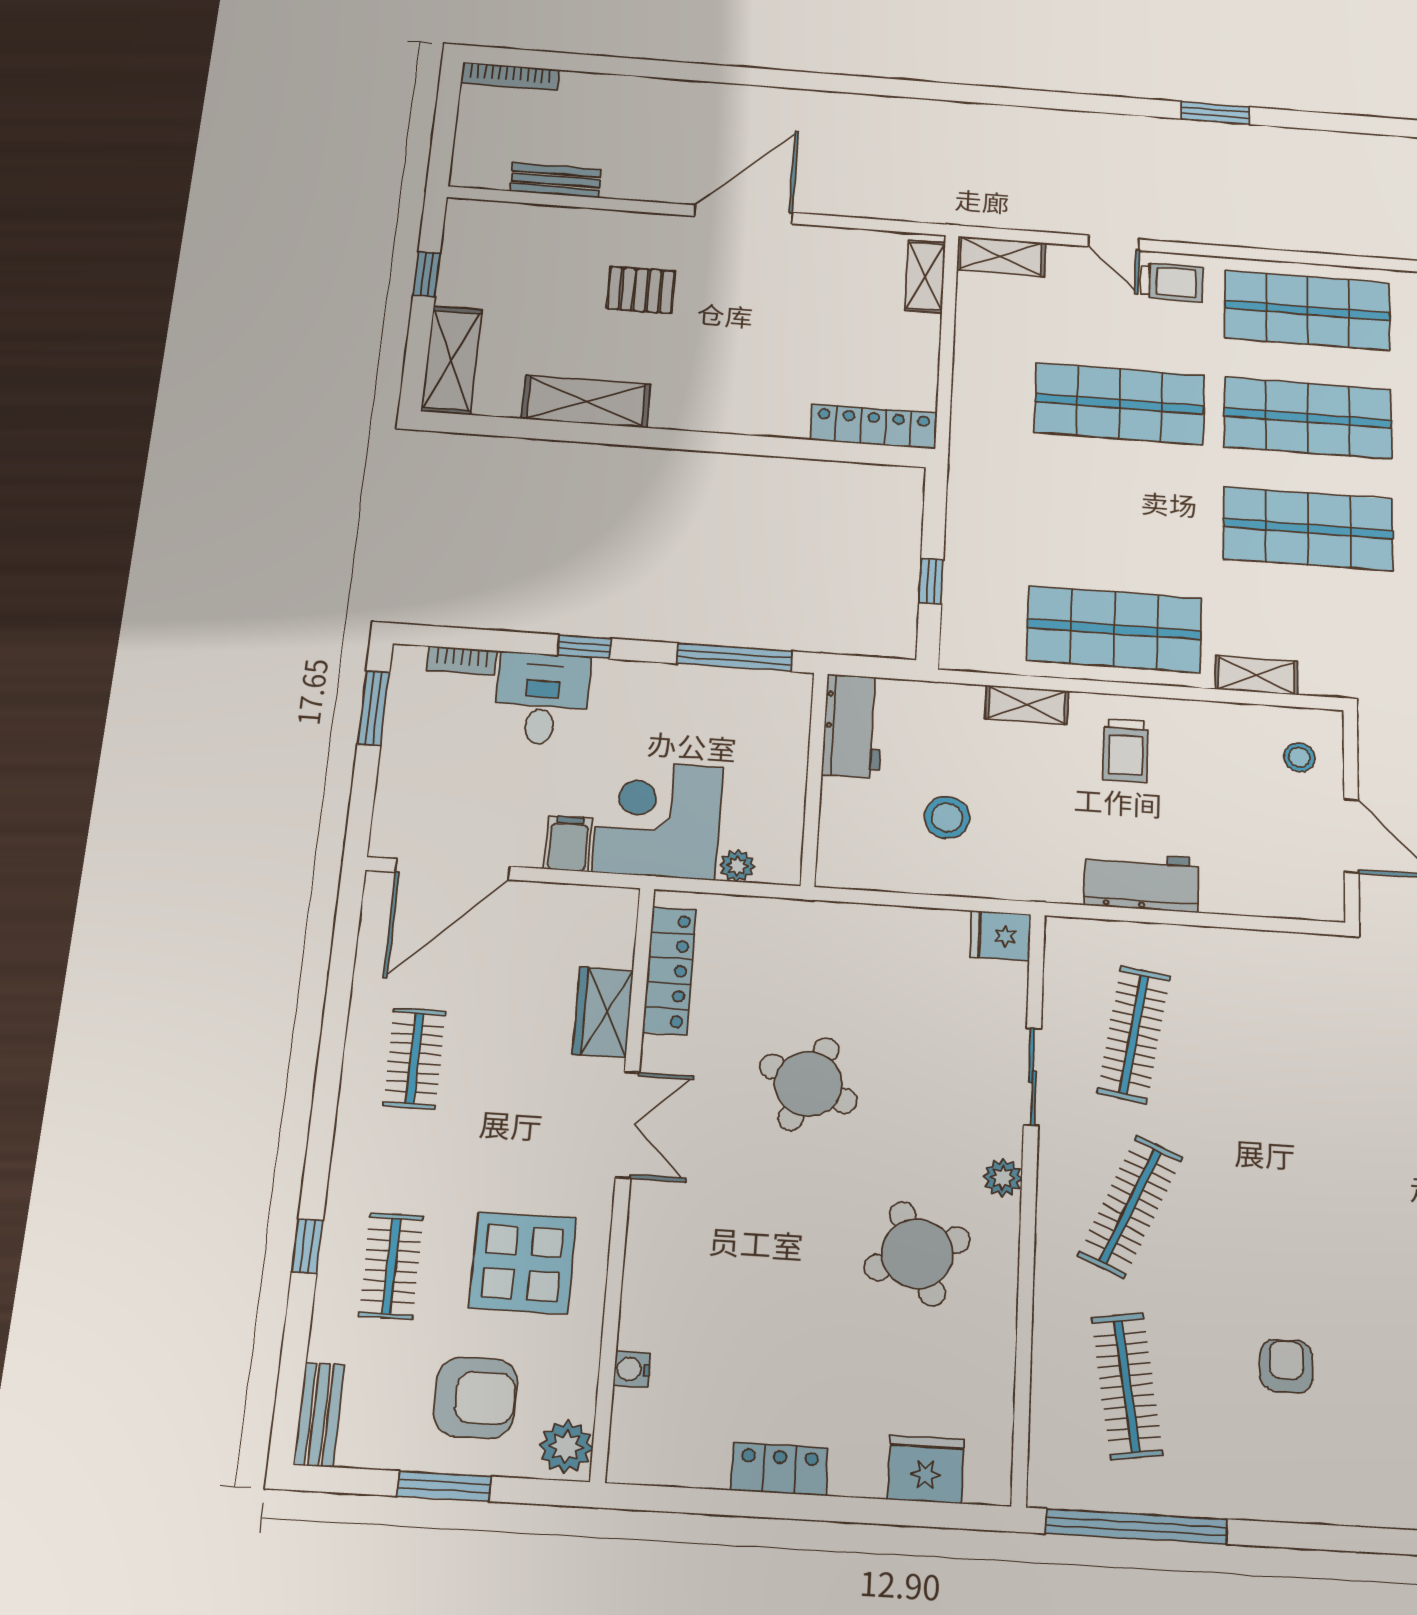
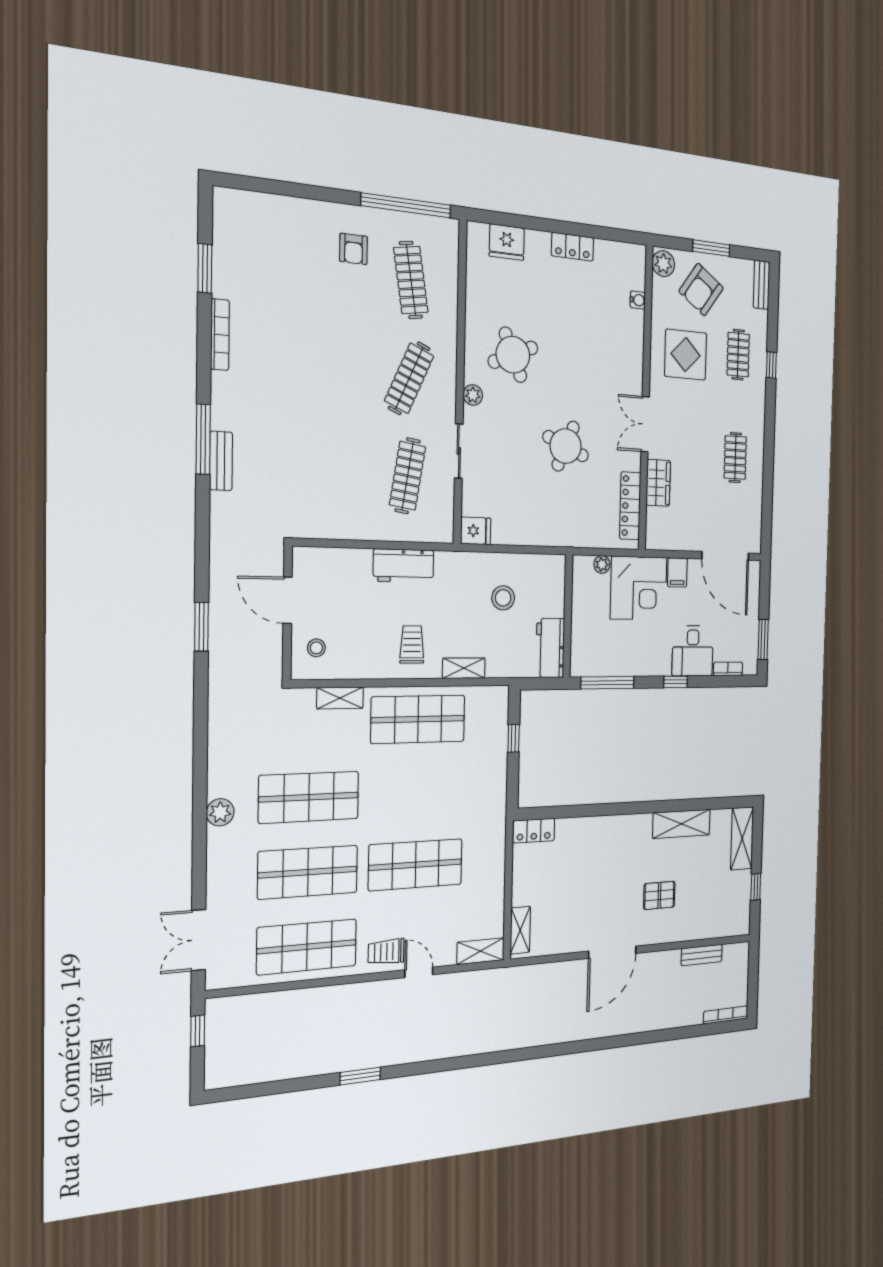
locker: (873, 426) -> (534, 831), width x0.66
door: (453, 869) -> (725, 556), swing flipped
armchair: (1286, 1366) -> (354, 249), moved
armchair: (475, 1397) -> (701, 290), turned -55

